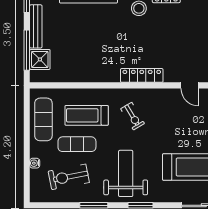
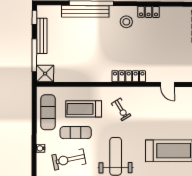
shower: (40, 59) -> (45, 74), moved

